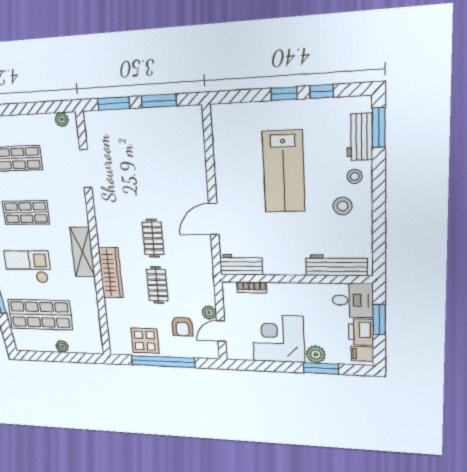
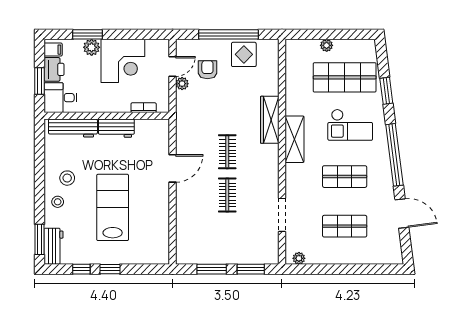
workbench: (360, 137) -> (54, 246), moved
workbench: (241, 265) -> (116, 128), moved
clothes rail: (157, 285) -> (227, 195), moved

